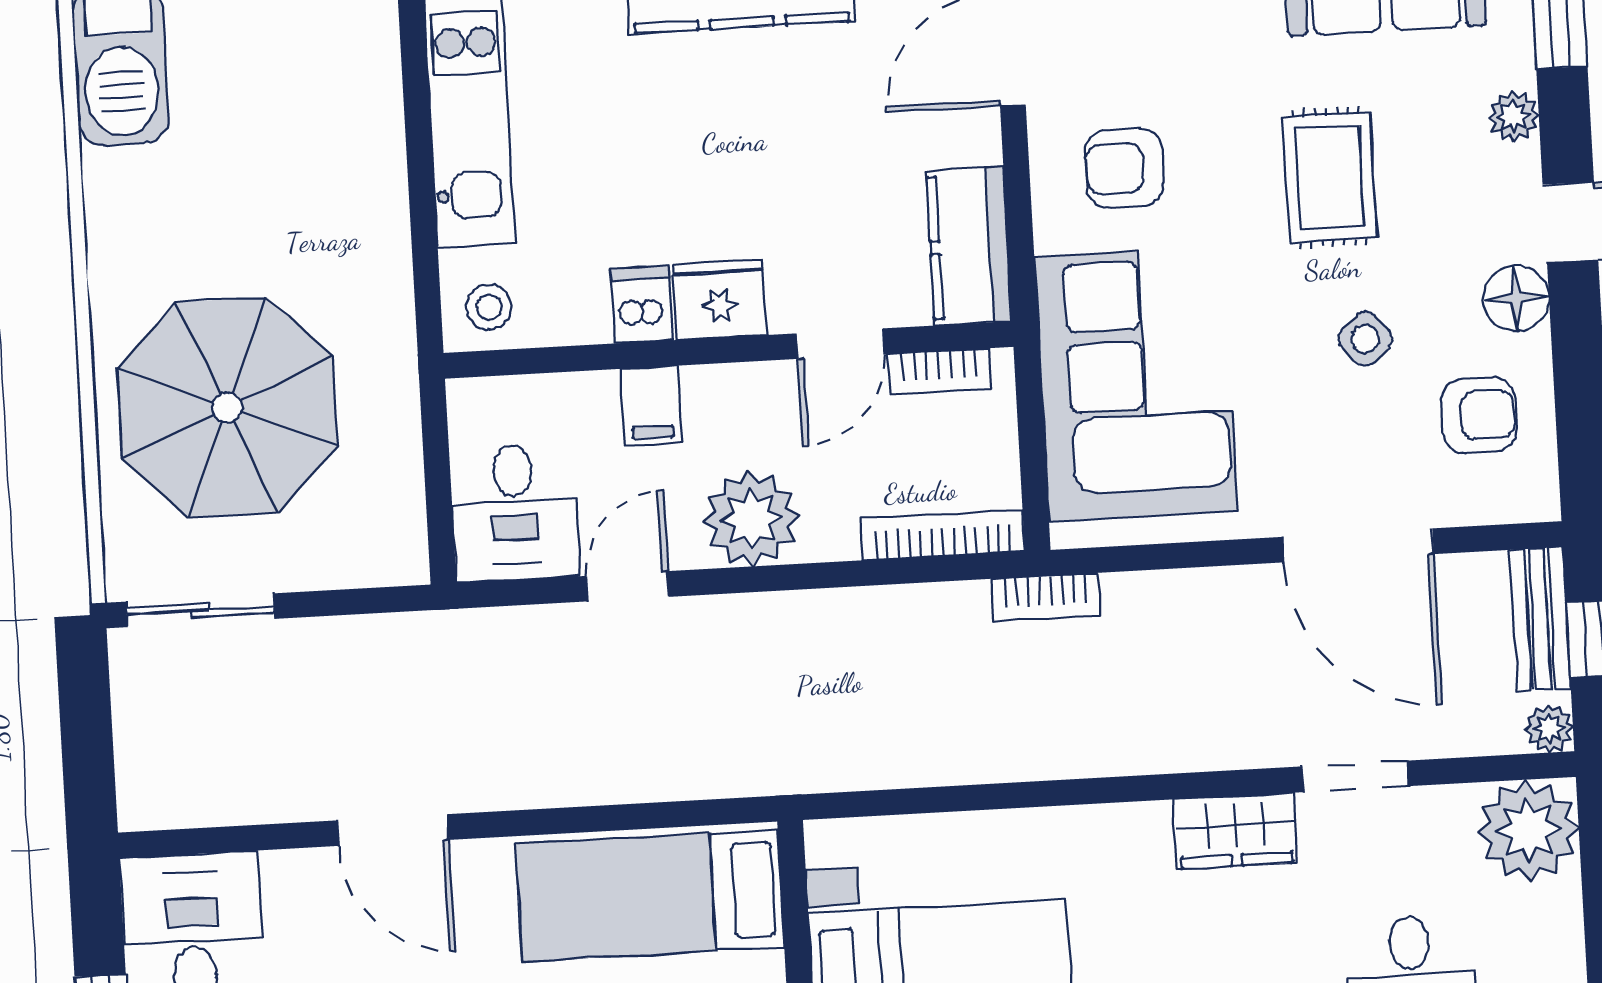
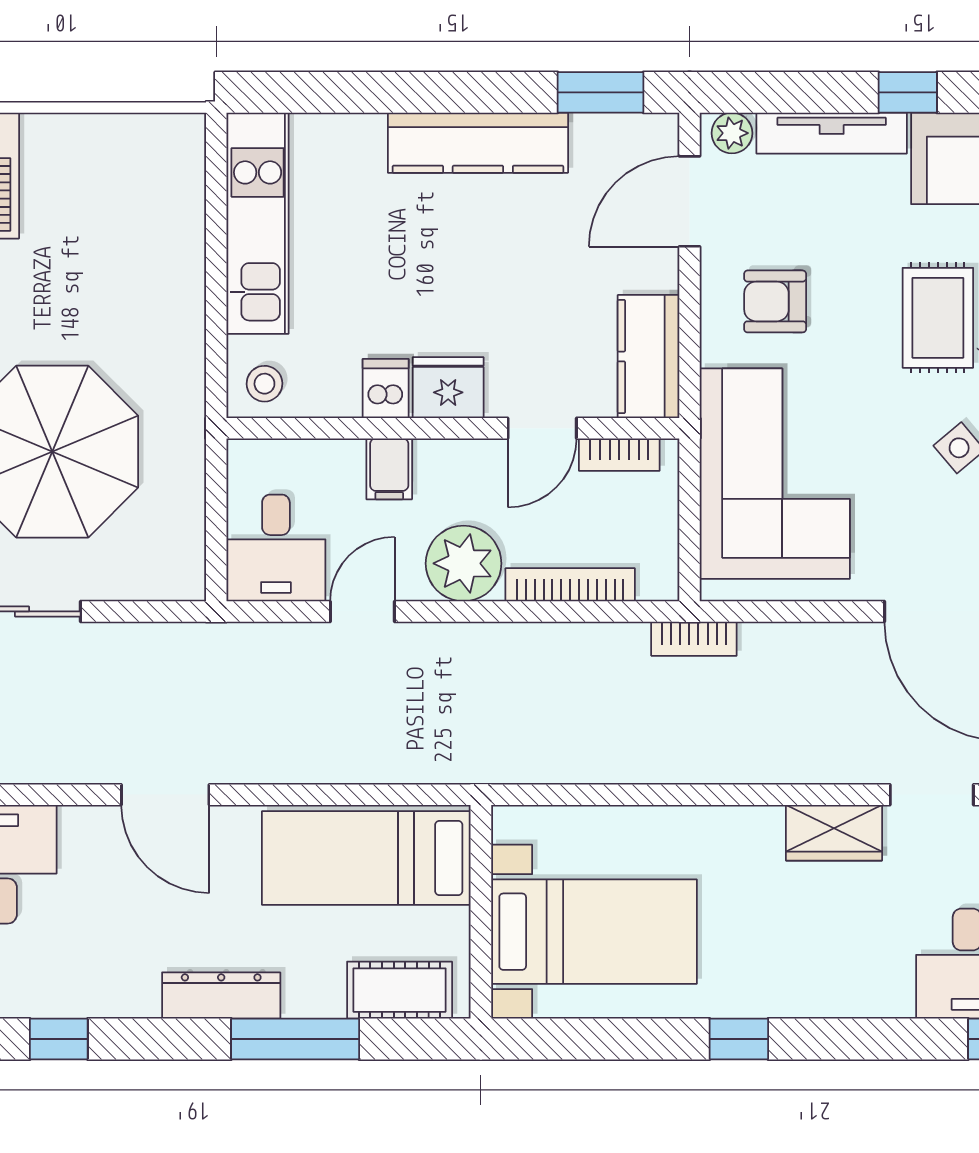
bookcase: (942, 535) -> (570, 585), moved

